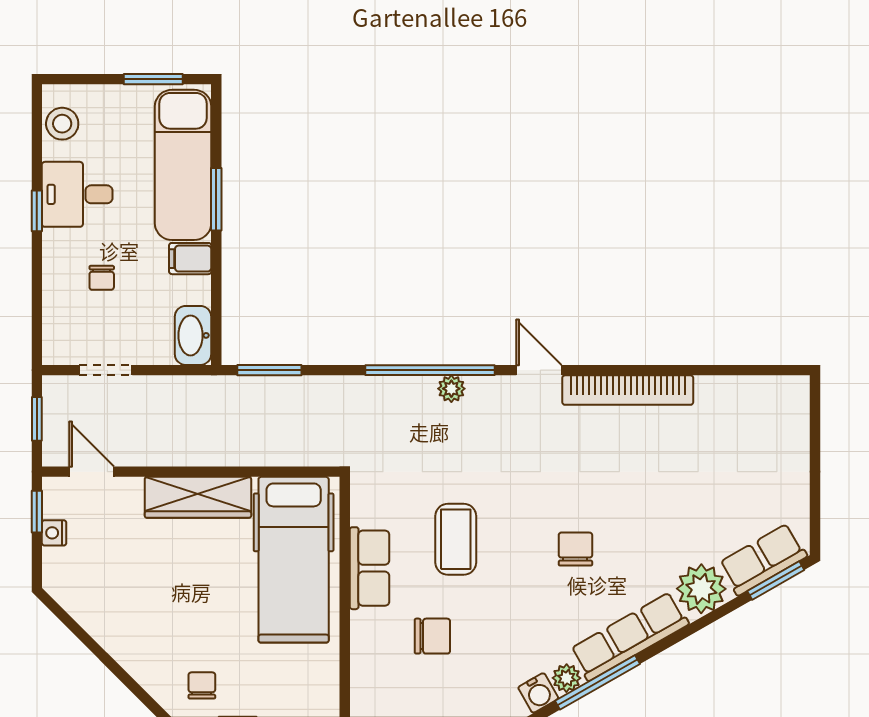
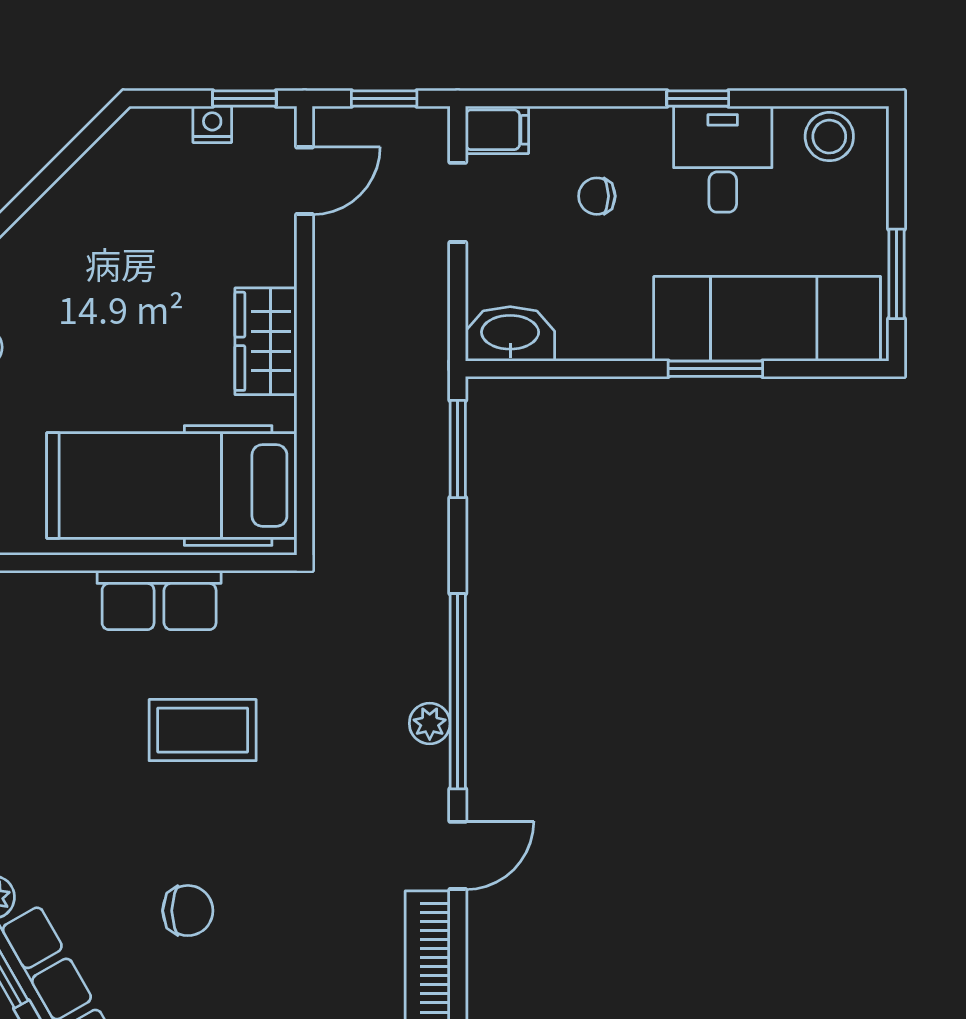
filing cabinet: (190, 259) -> (497, 130), moved, turned 90
wardrobe: (198, 497) -> (266, 341), width x0.67
chair: (432, 636) -> (57, 695), removed

